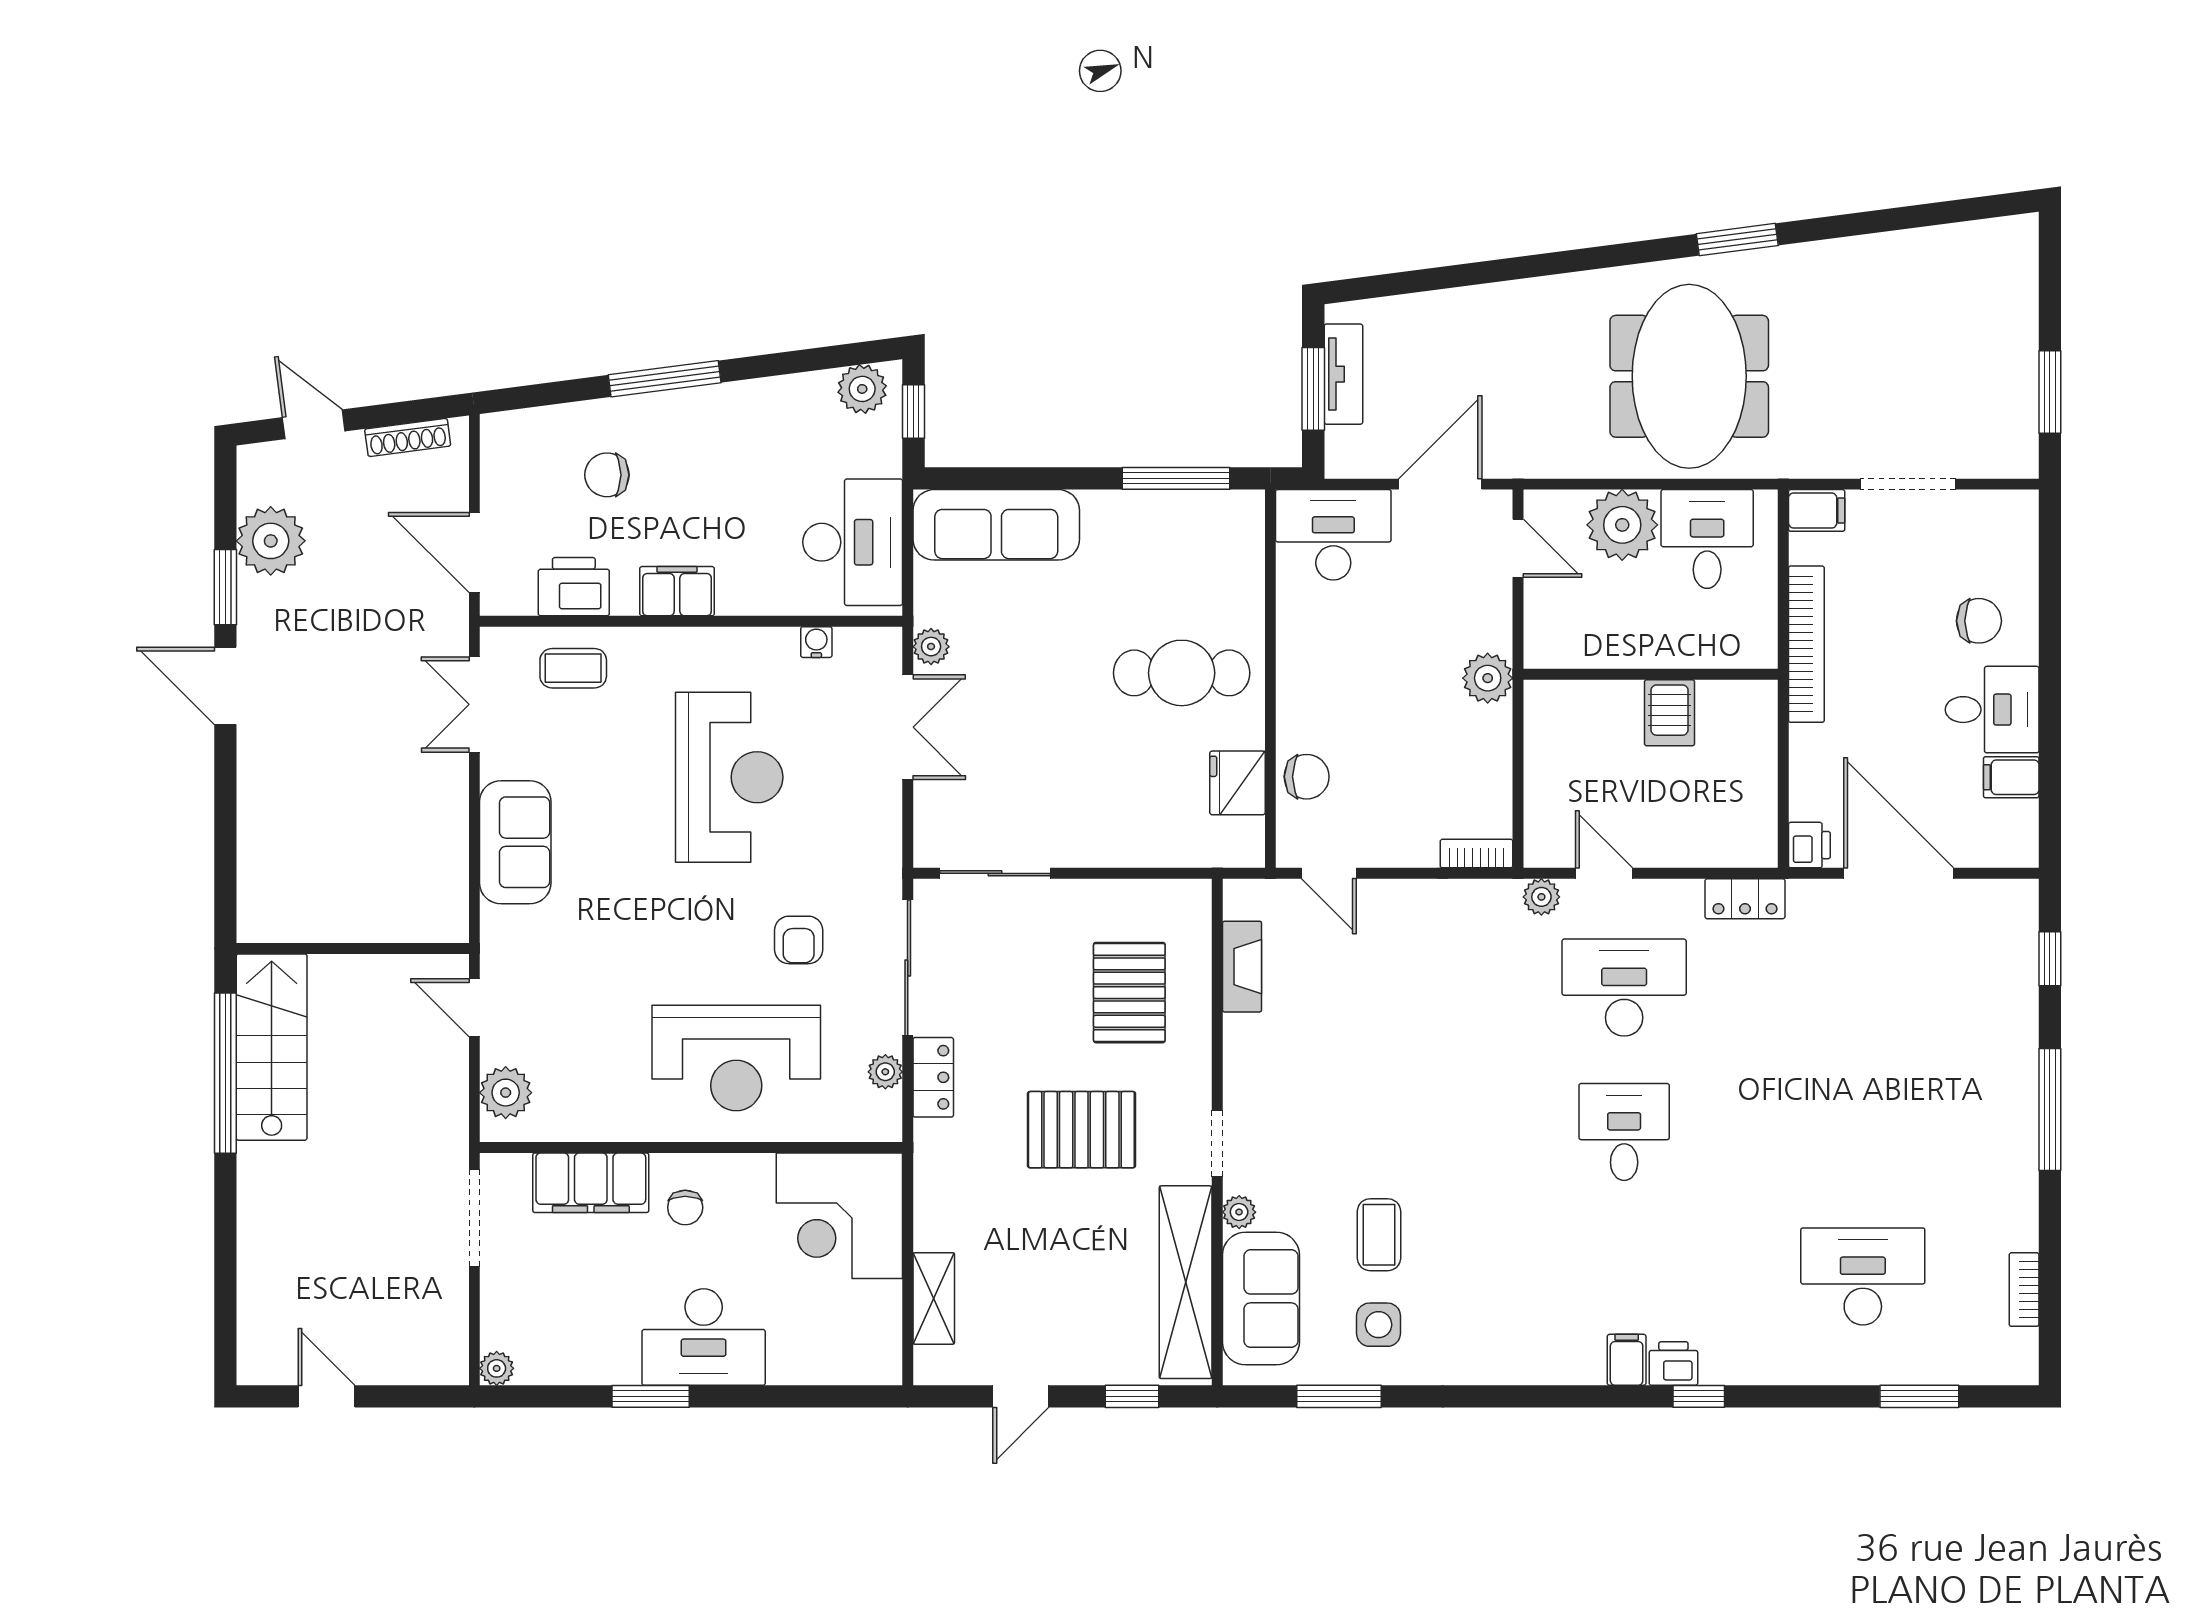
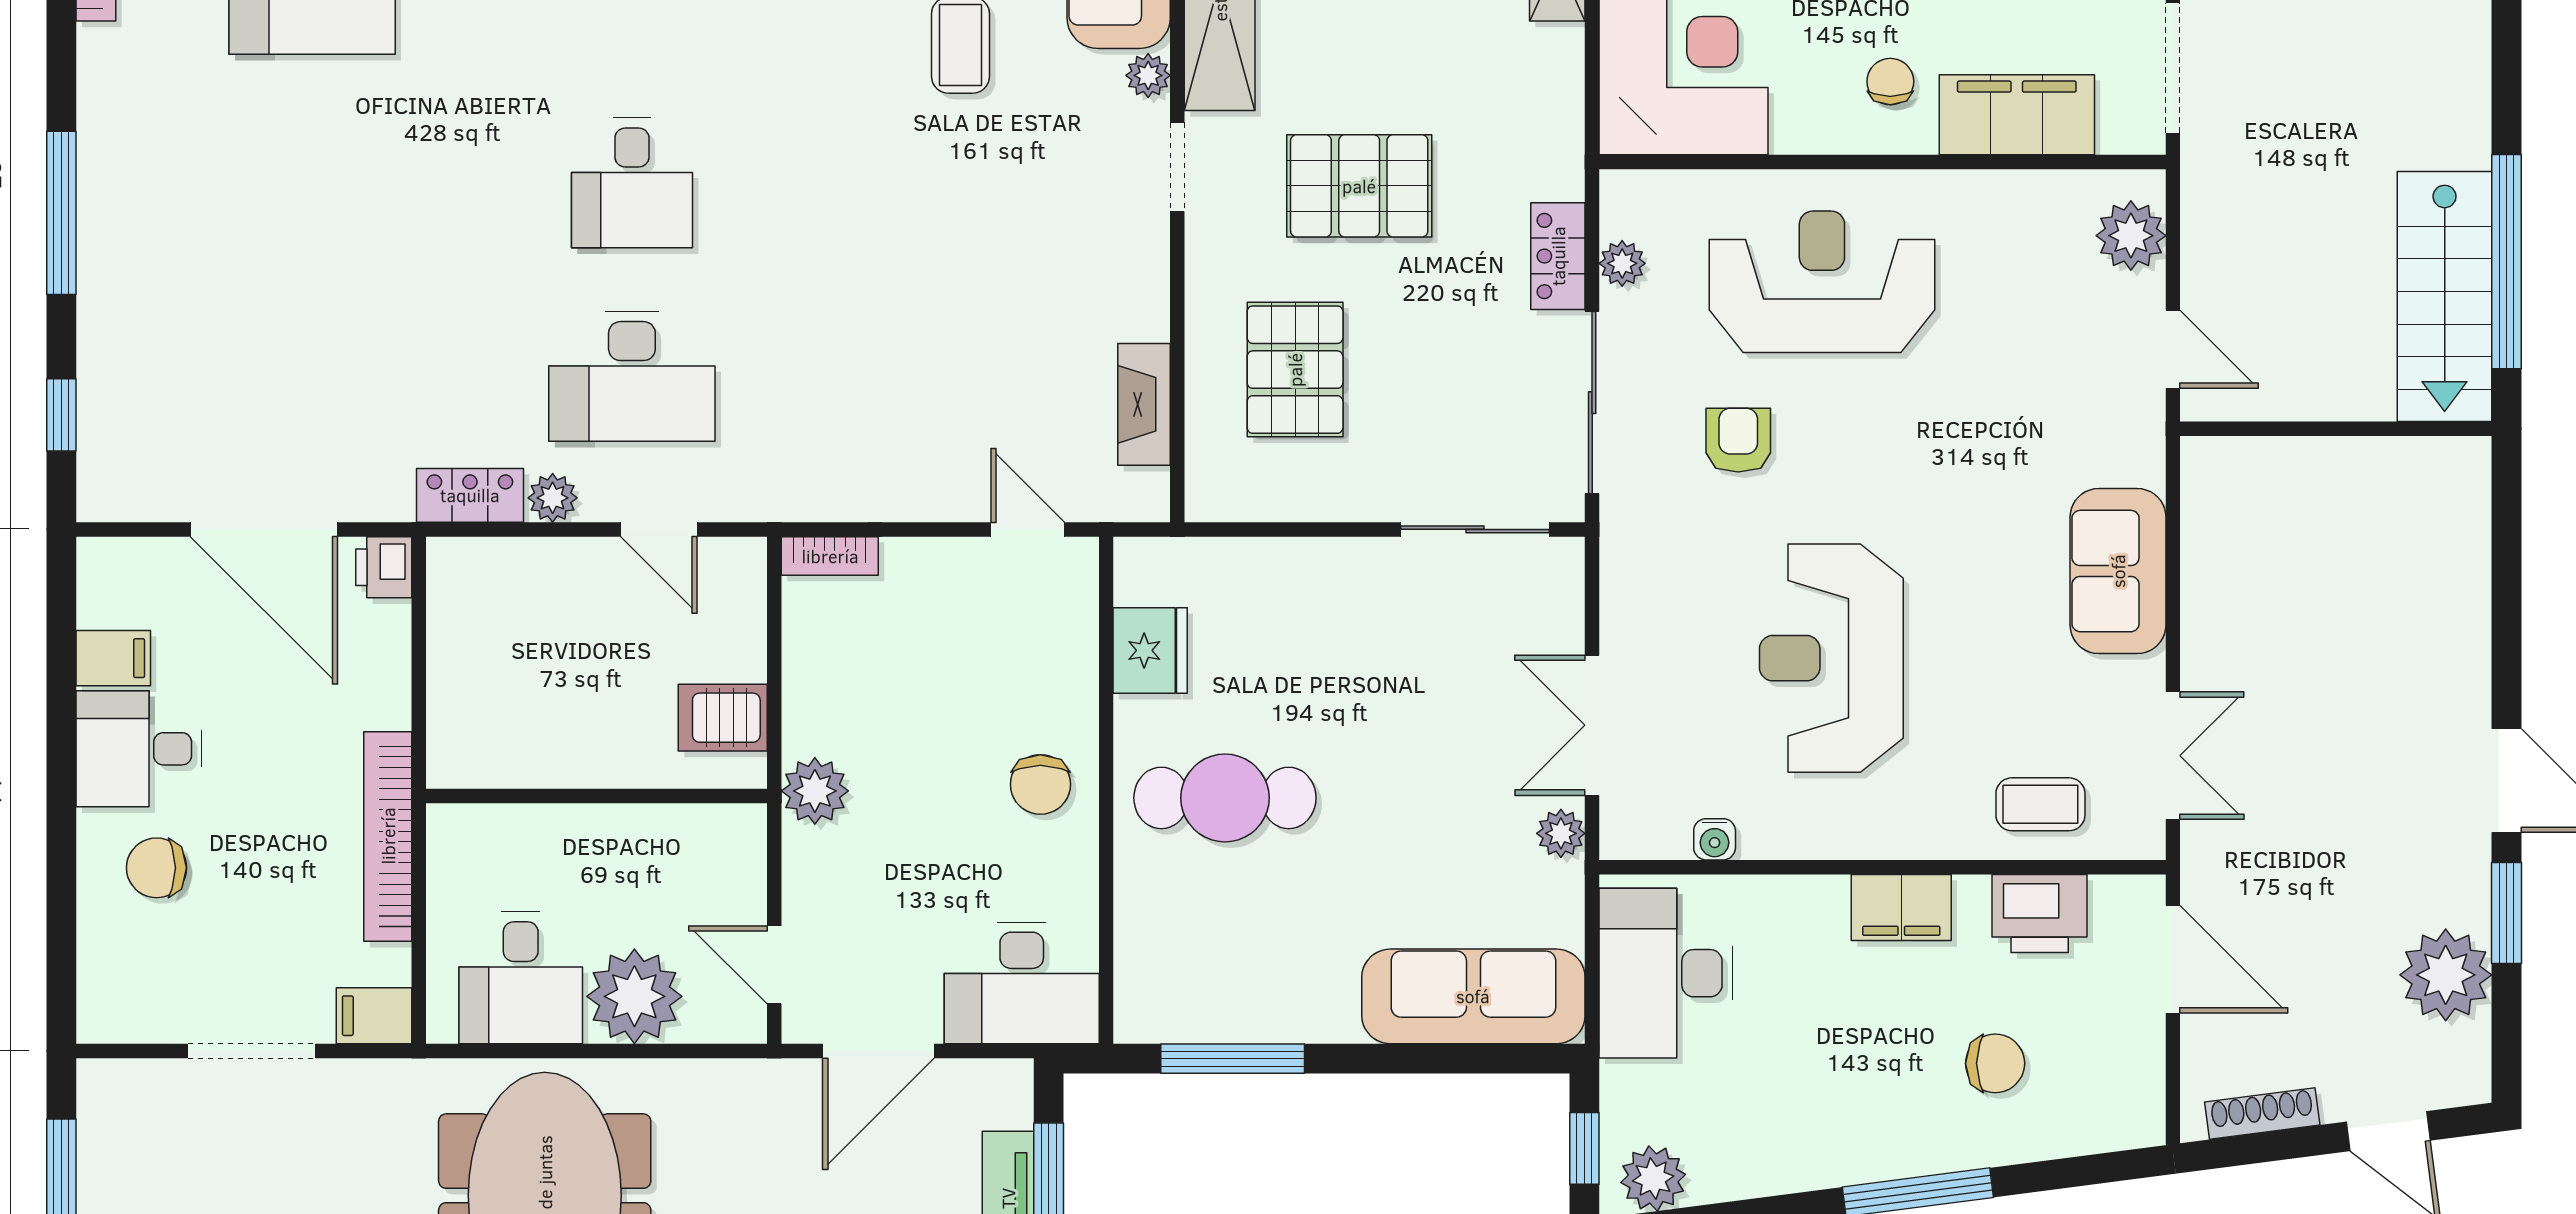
server rack: (1670, 713) -> (723, 718), moved, turned -90
chair: (1307, 777) -> (1040, 784), moved, turned -90
plant: (1541, 897) -> (553, 498), moved

